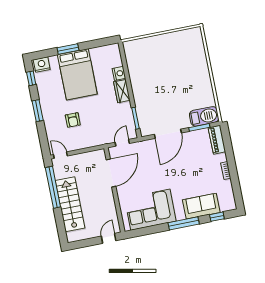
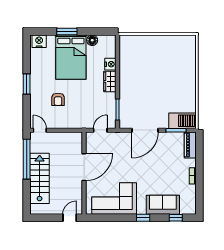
floor lamp: (96, 53) -> (92, 40), added
window: (31, 78) -> (27, 52), removed
door: (111, 173) -> (84, 167), moved
window: (184, 223) -> (143, 218), width x0.46

